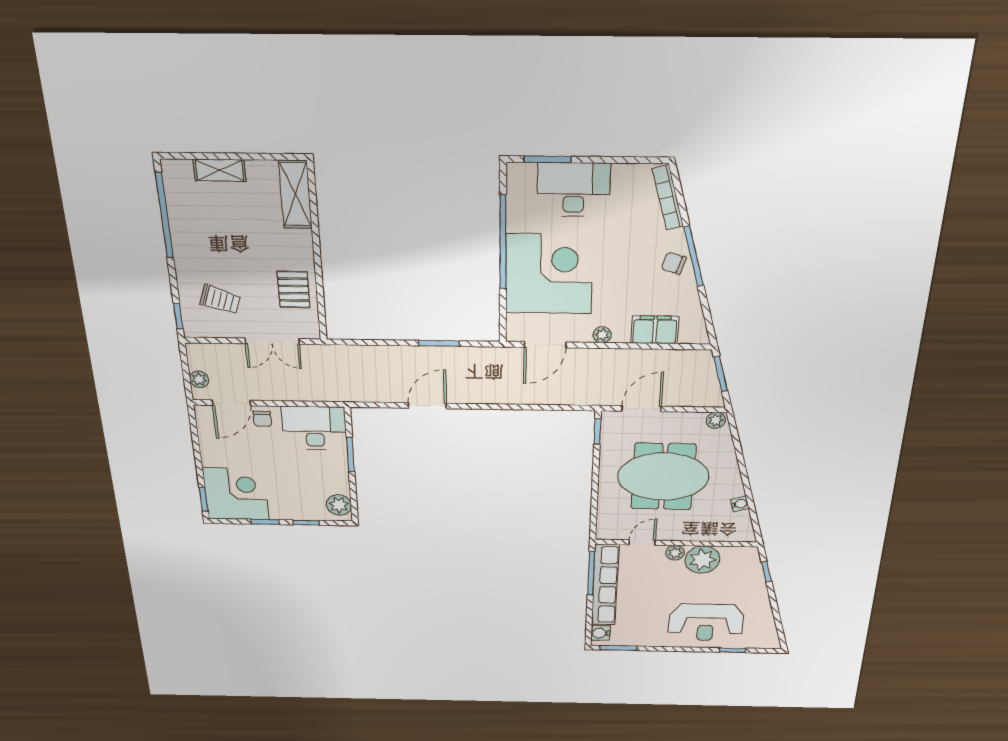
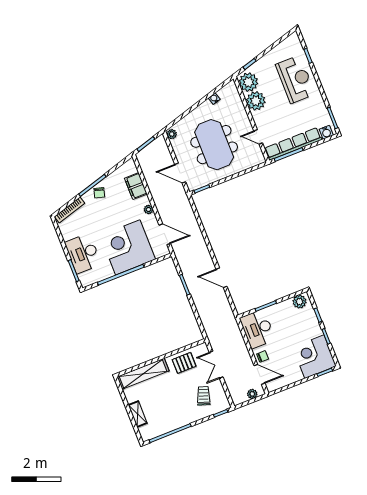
shelving: (295, 194) -> (143, 374), width x1.47
double door: (272, 341) -> (216, 365), swing flipped
plant: (675, 553) -> (248, 82), moved, width x1.87, depth x1.87

